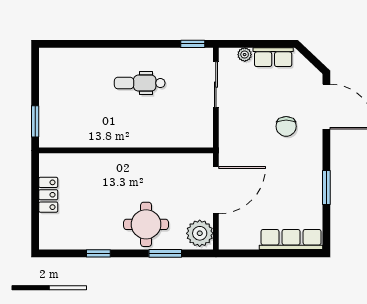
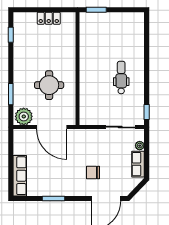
round table: (146, 224) -> (49, 85), moved
window: (98, 253) -> (11, 35), moved

